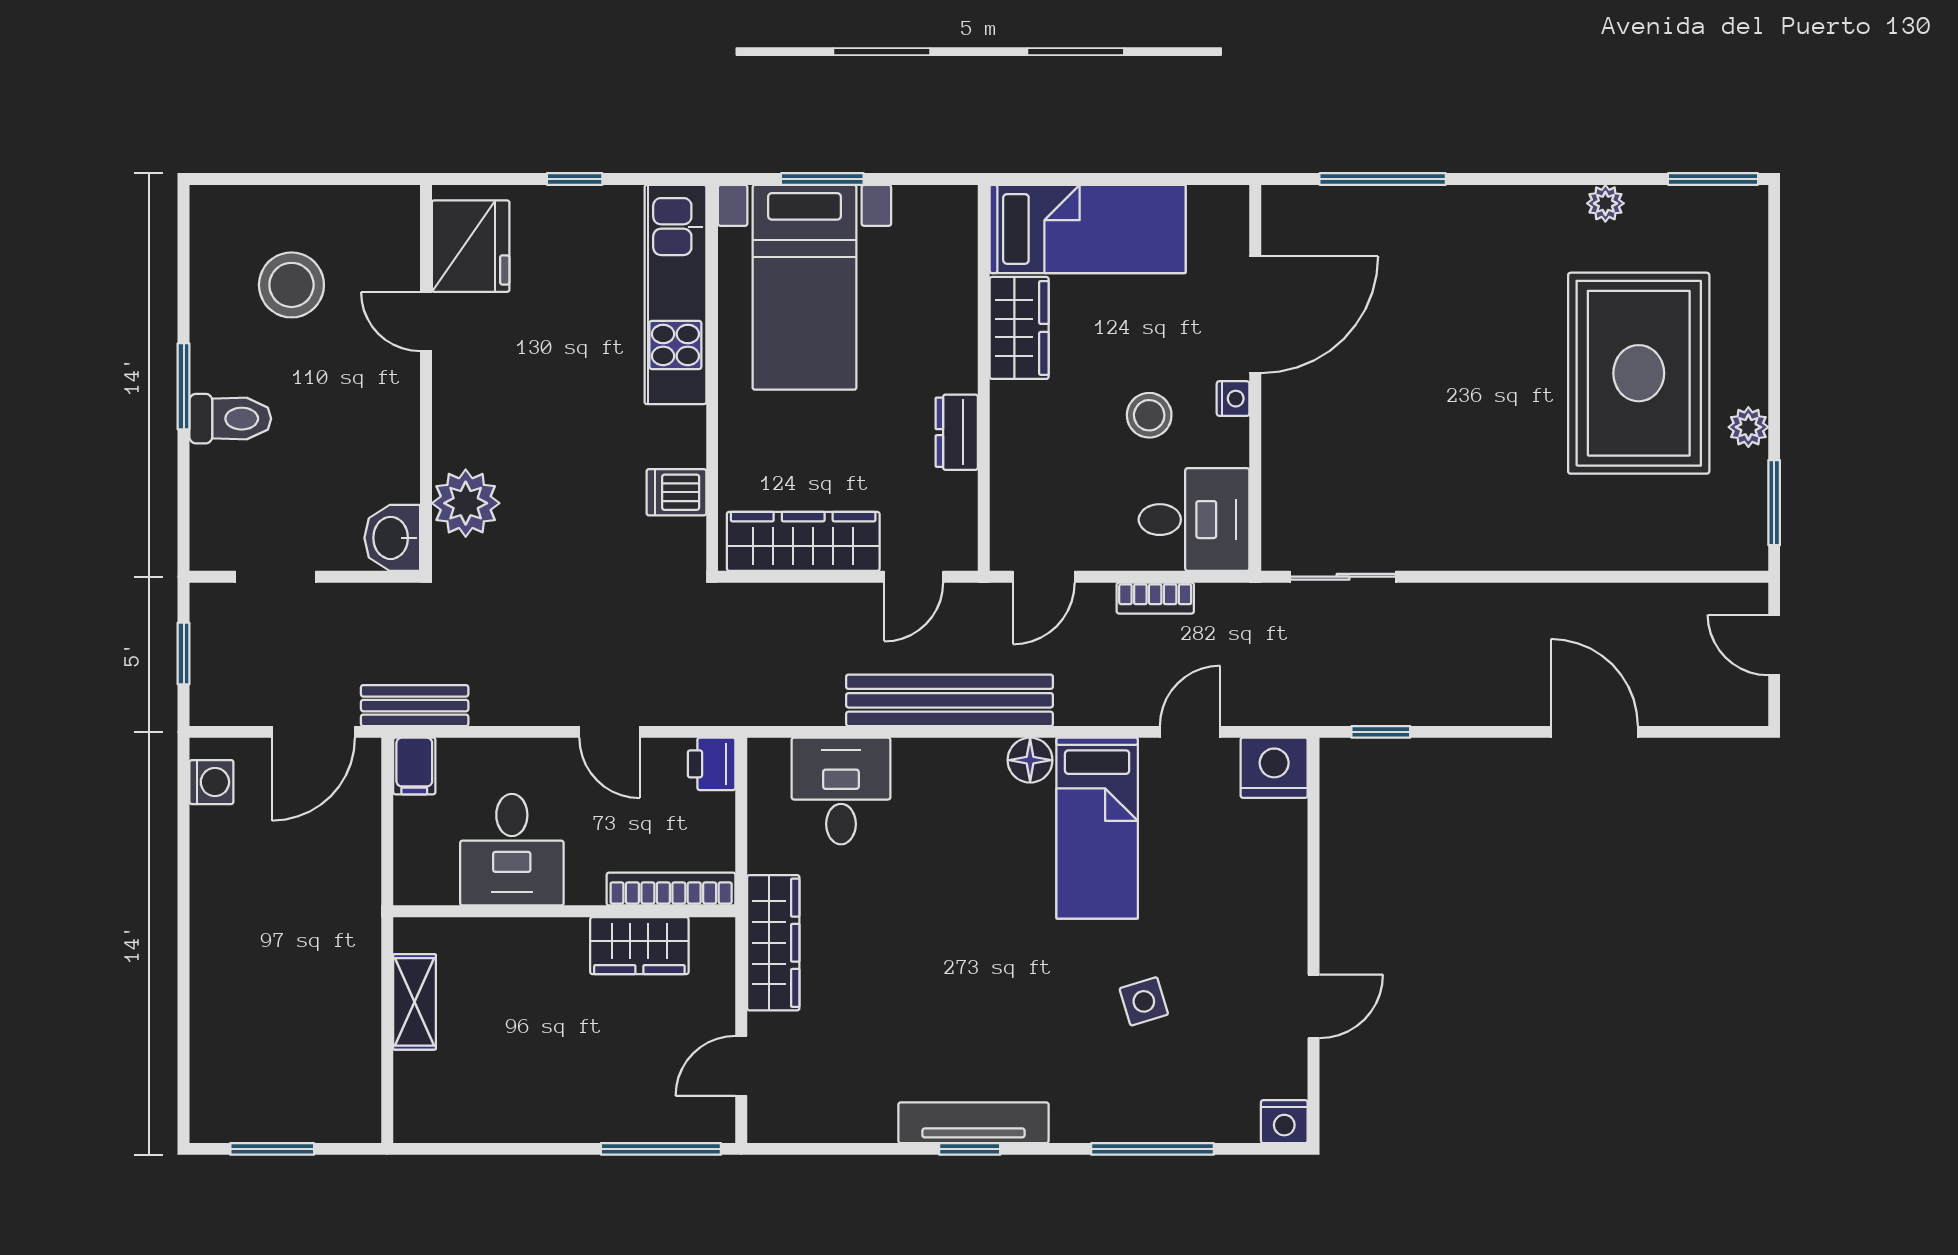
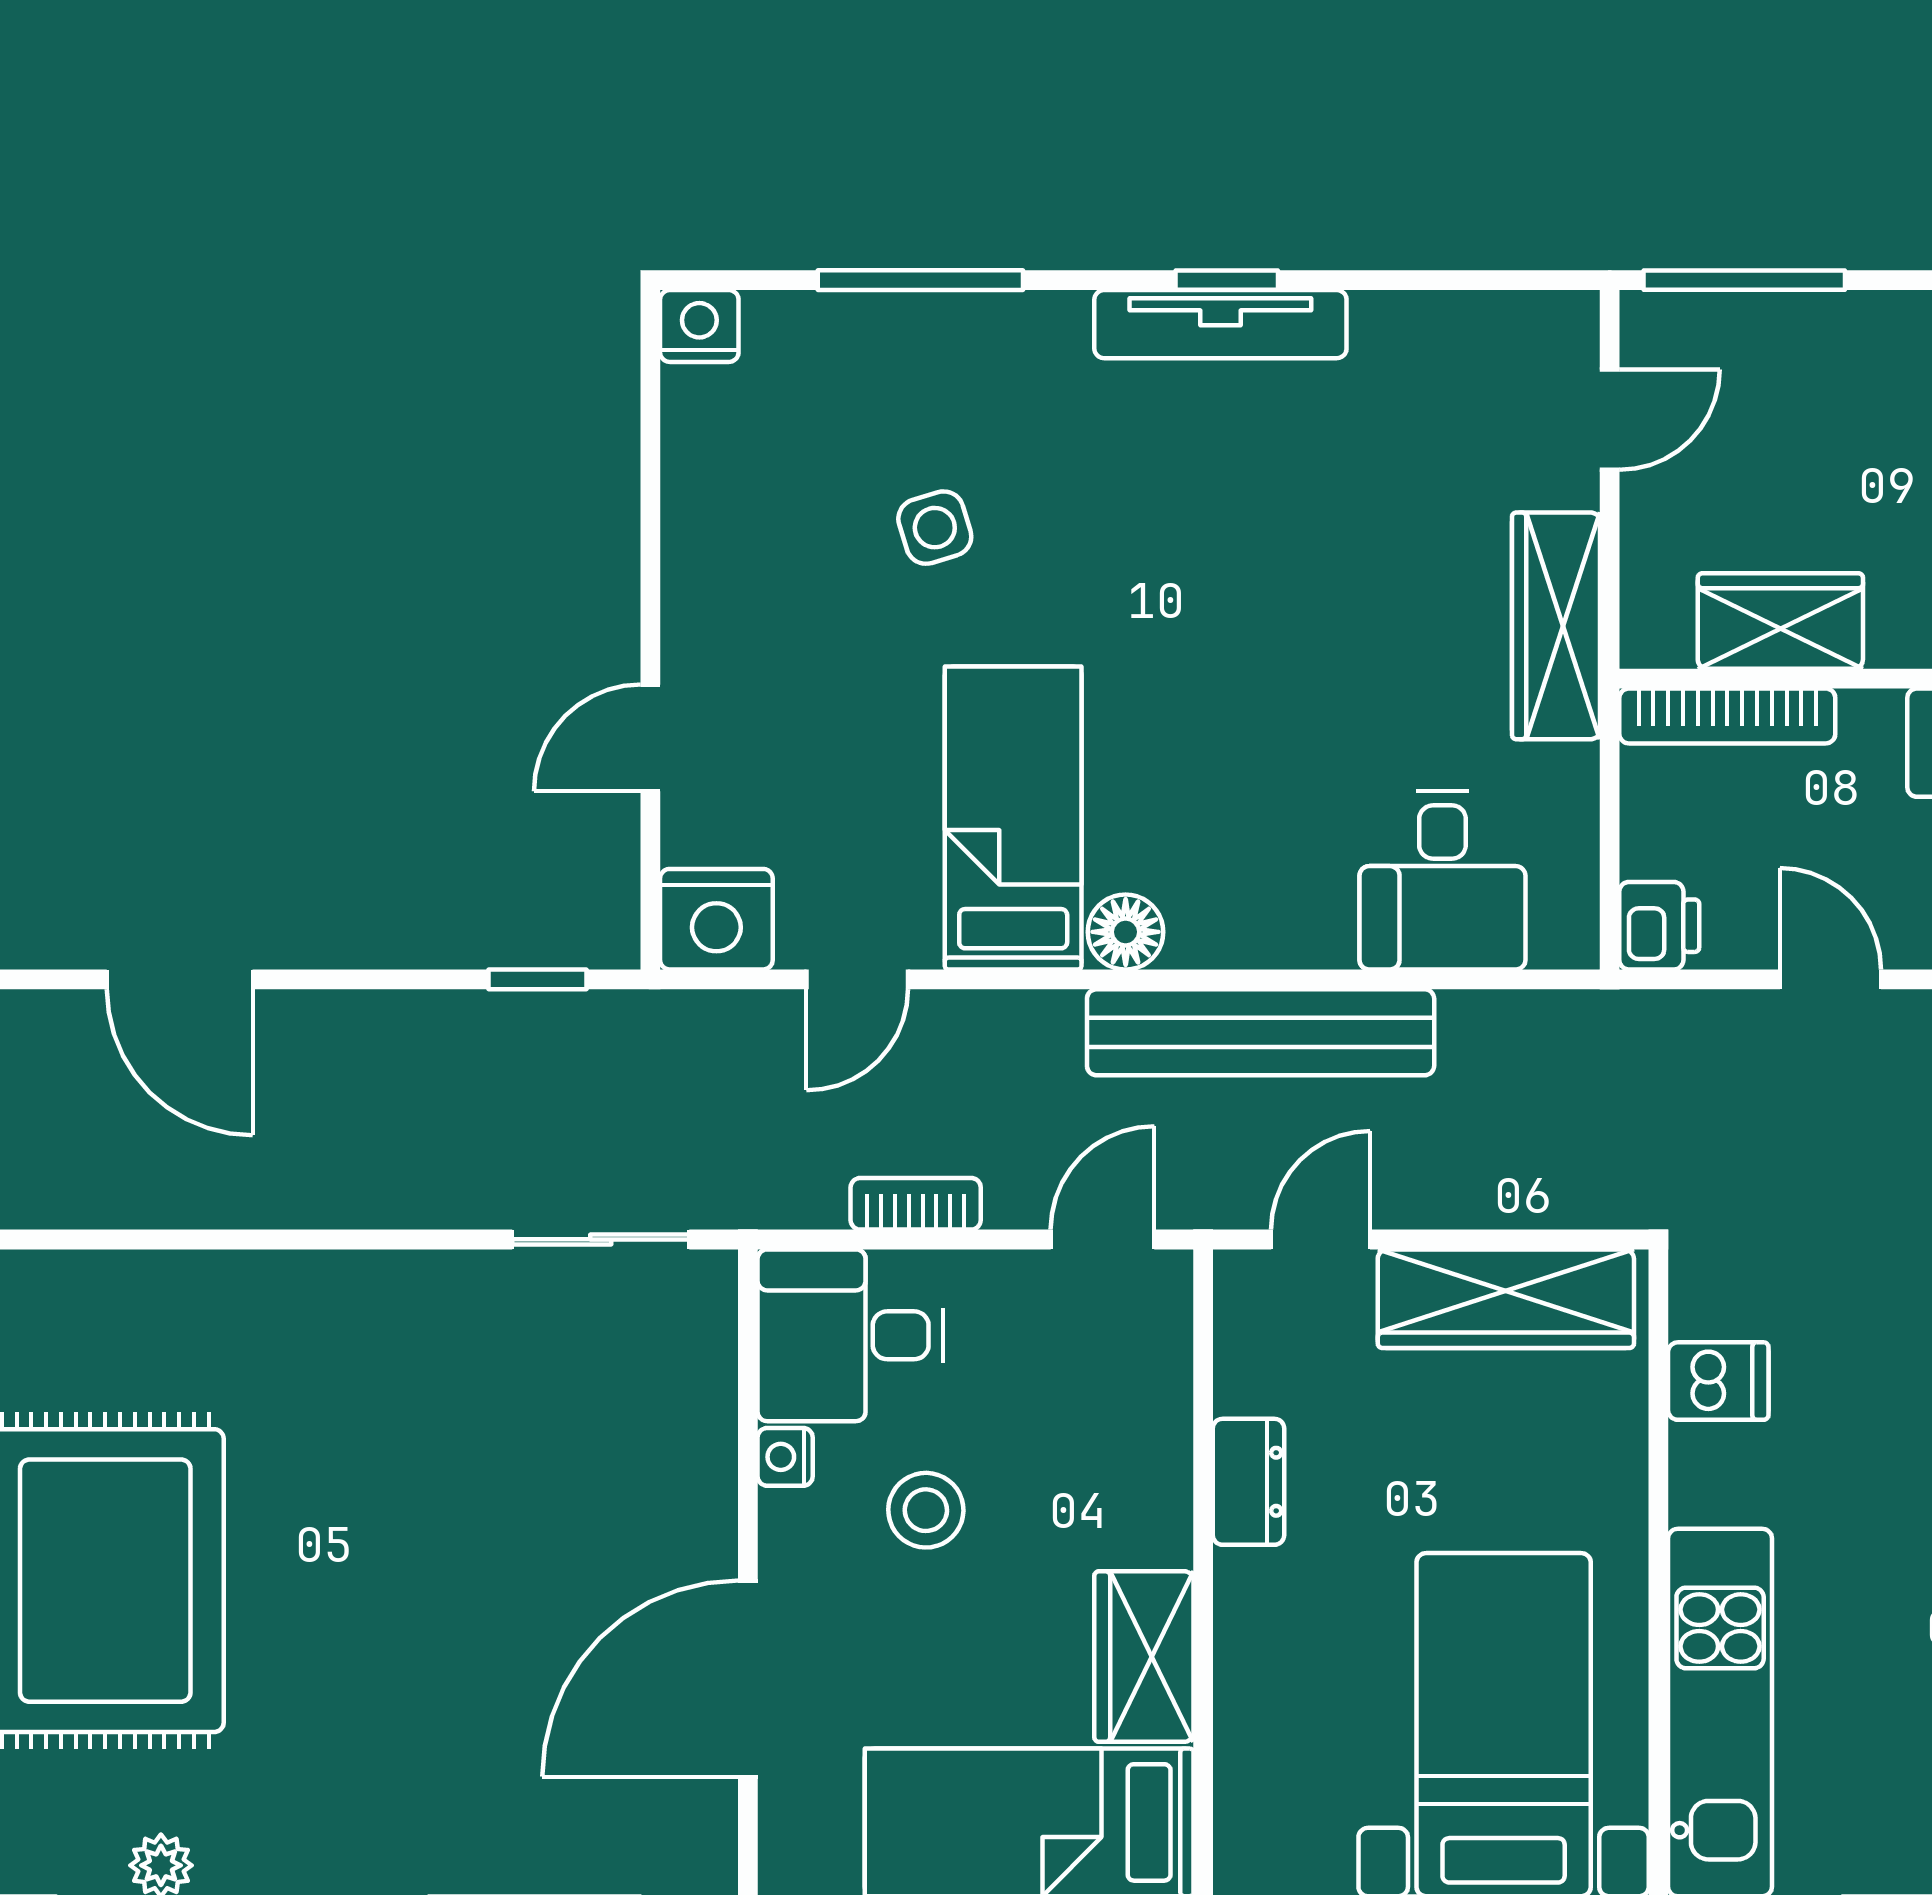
nightstand: (1233, 399) -> (785, 1457), moved
door: (1313, 1006) -> (650, 738), moved

